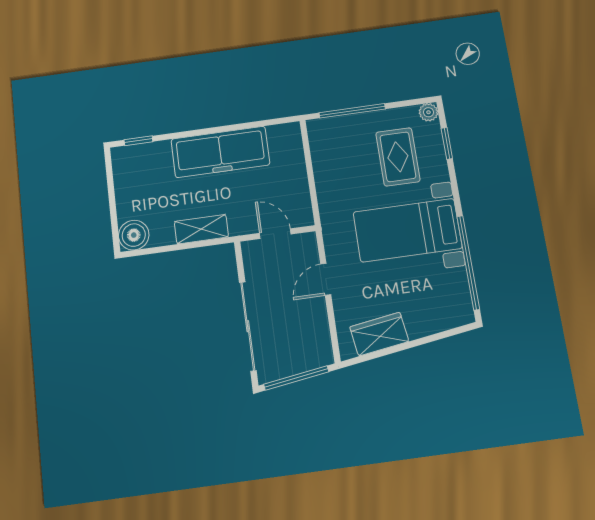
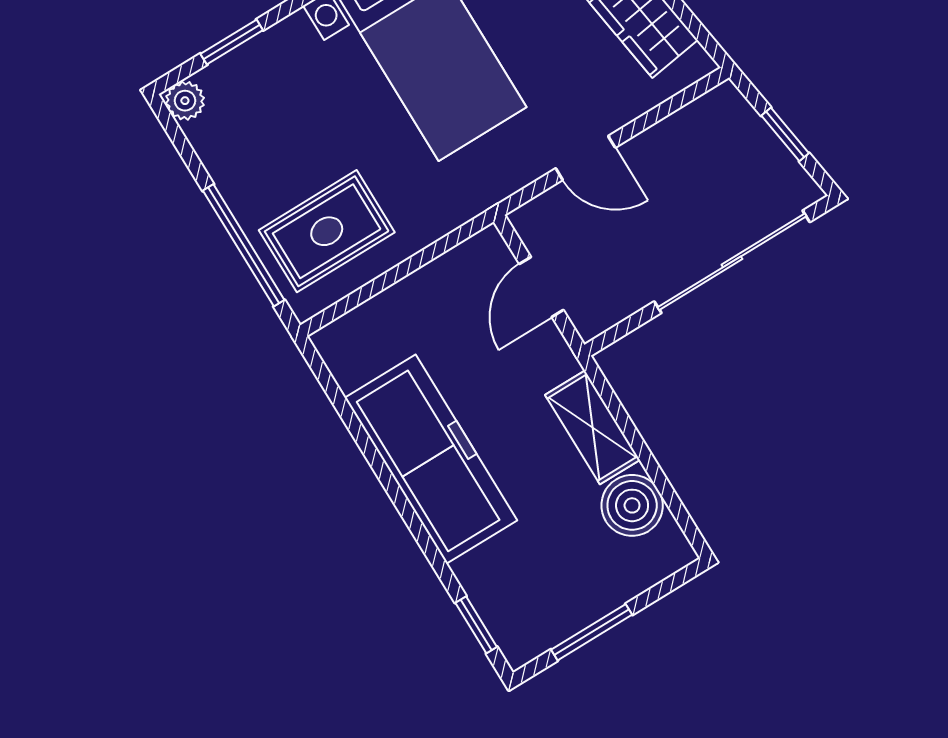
rug: (398, 157) -> (327, 231), moved
window: (111, 189) -> (592, 632), added
boiler: (134, 235) -> (632, 505), moved
window: (296, 378) -> (785, 134), width x0.46

